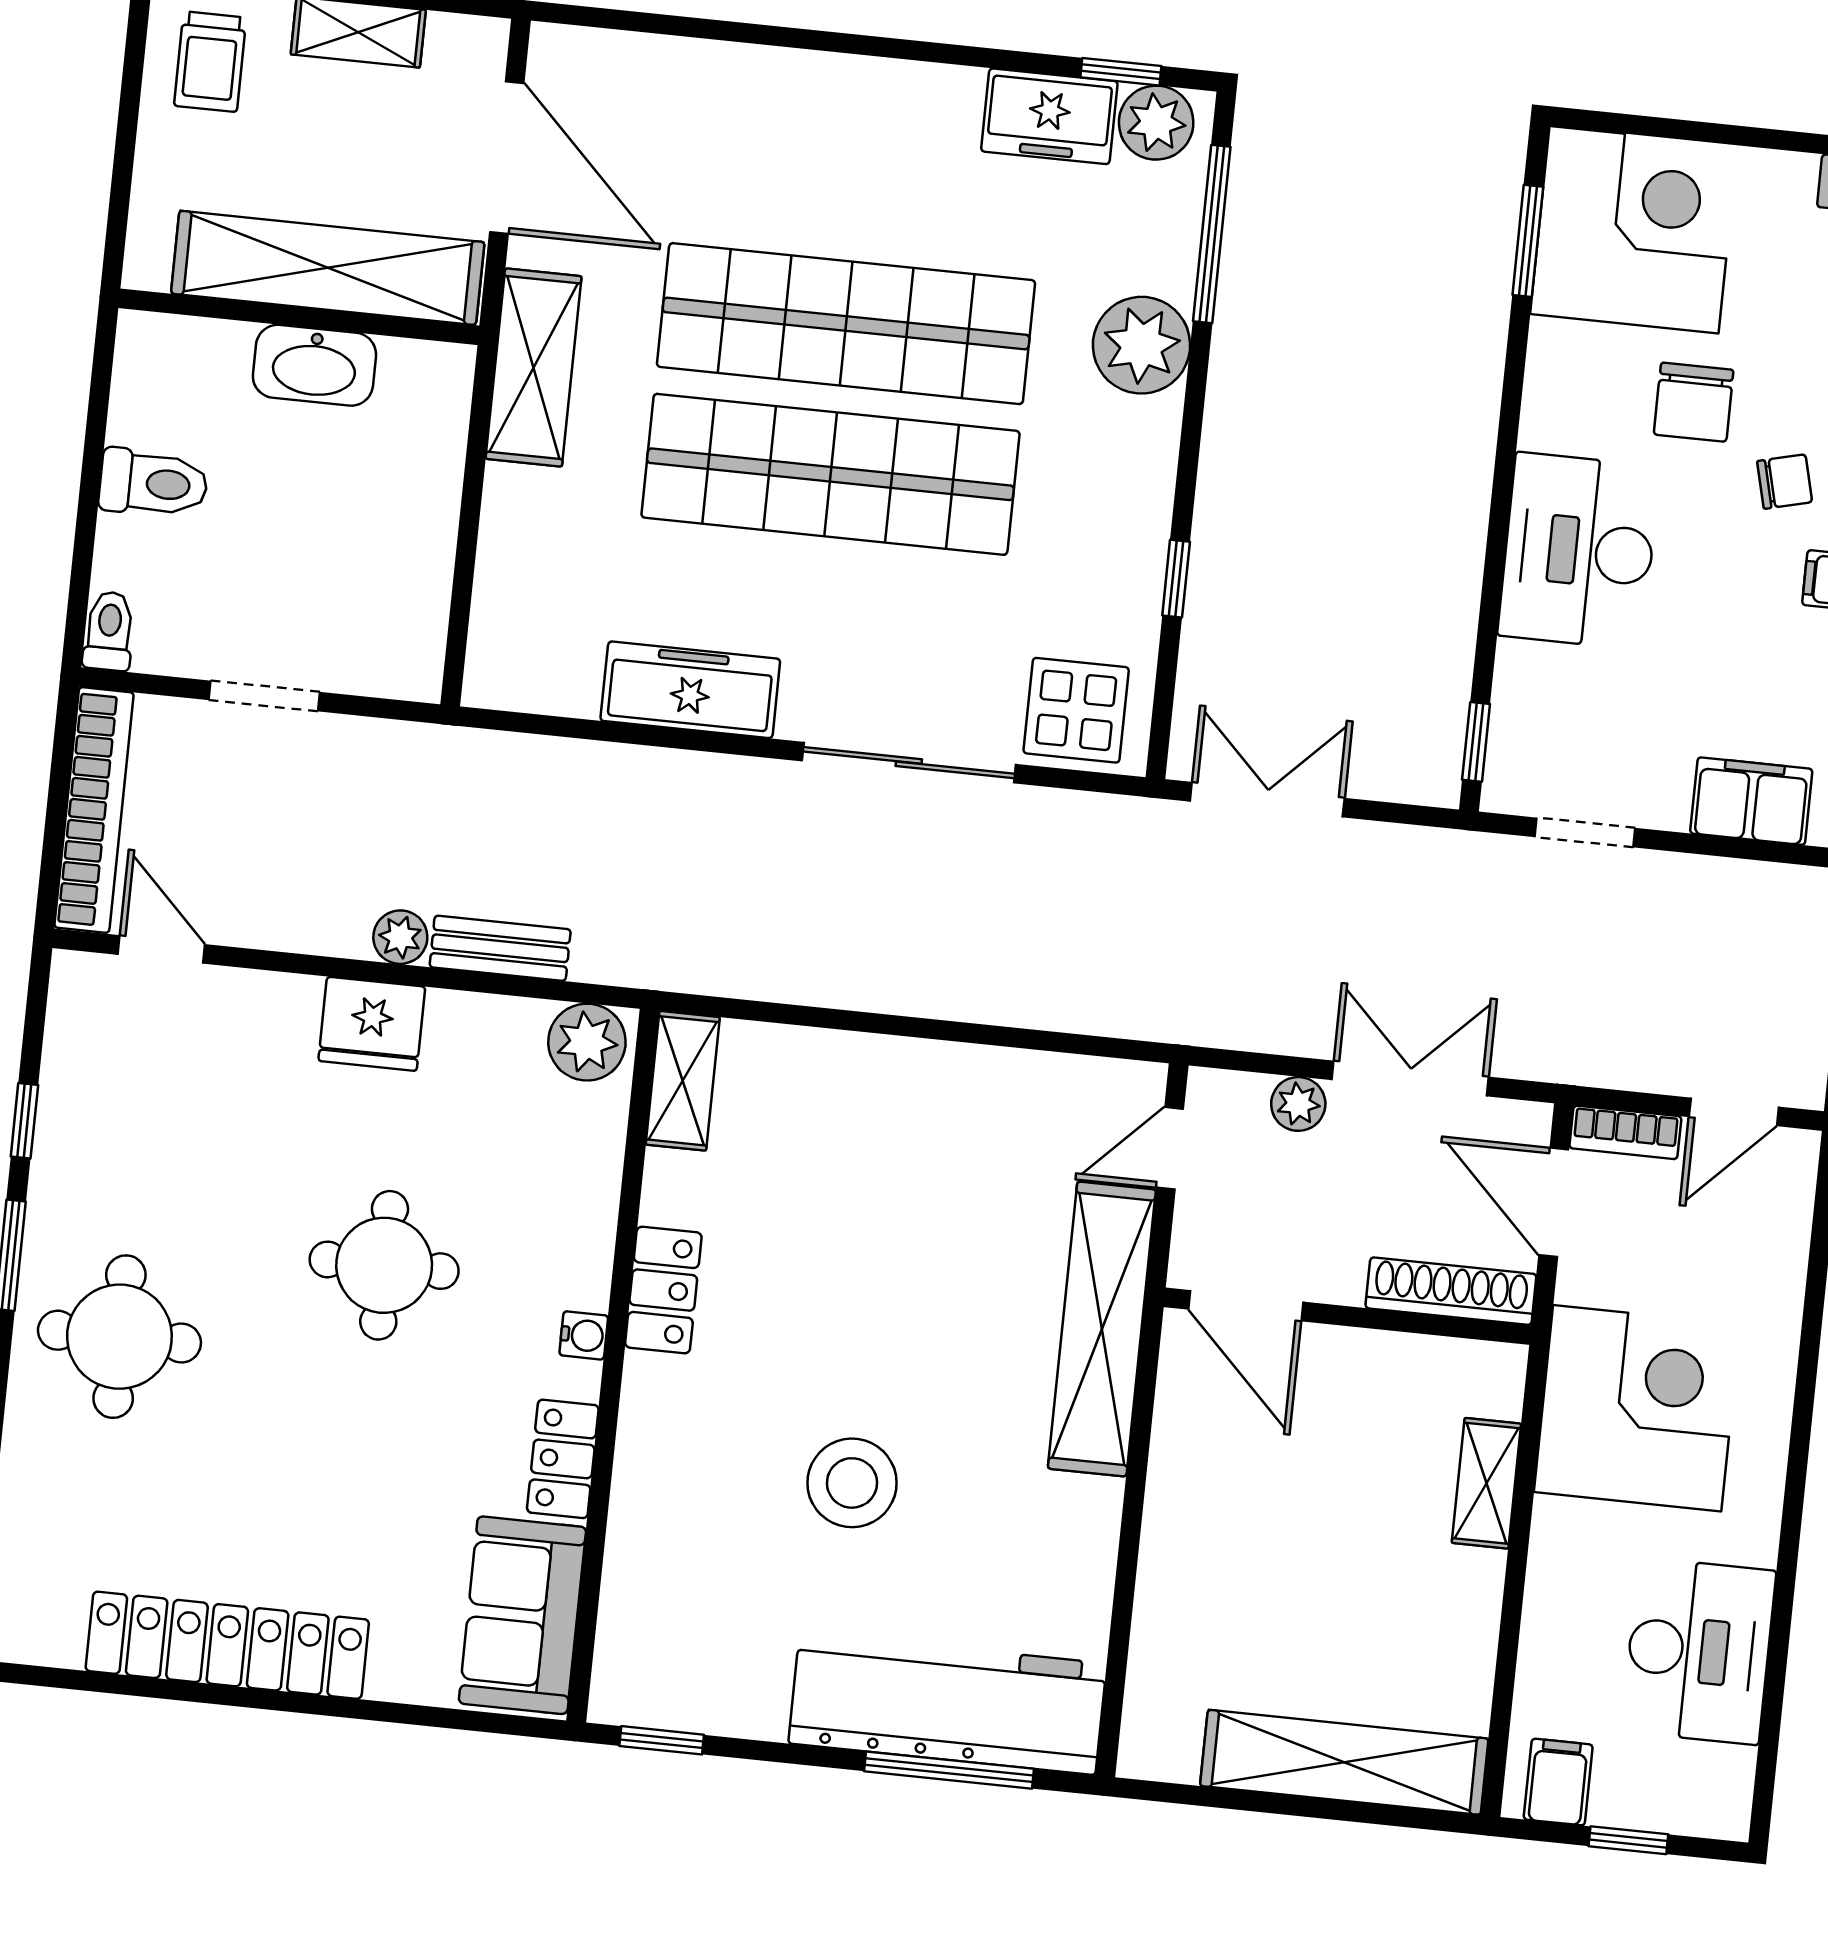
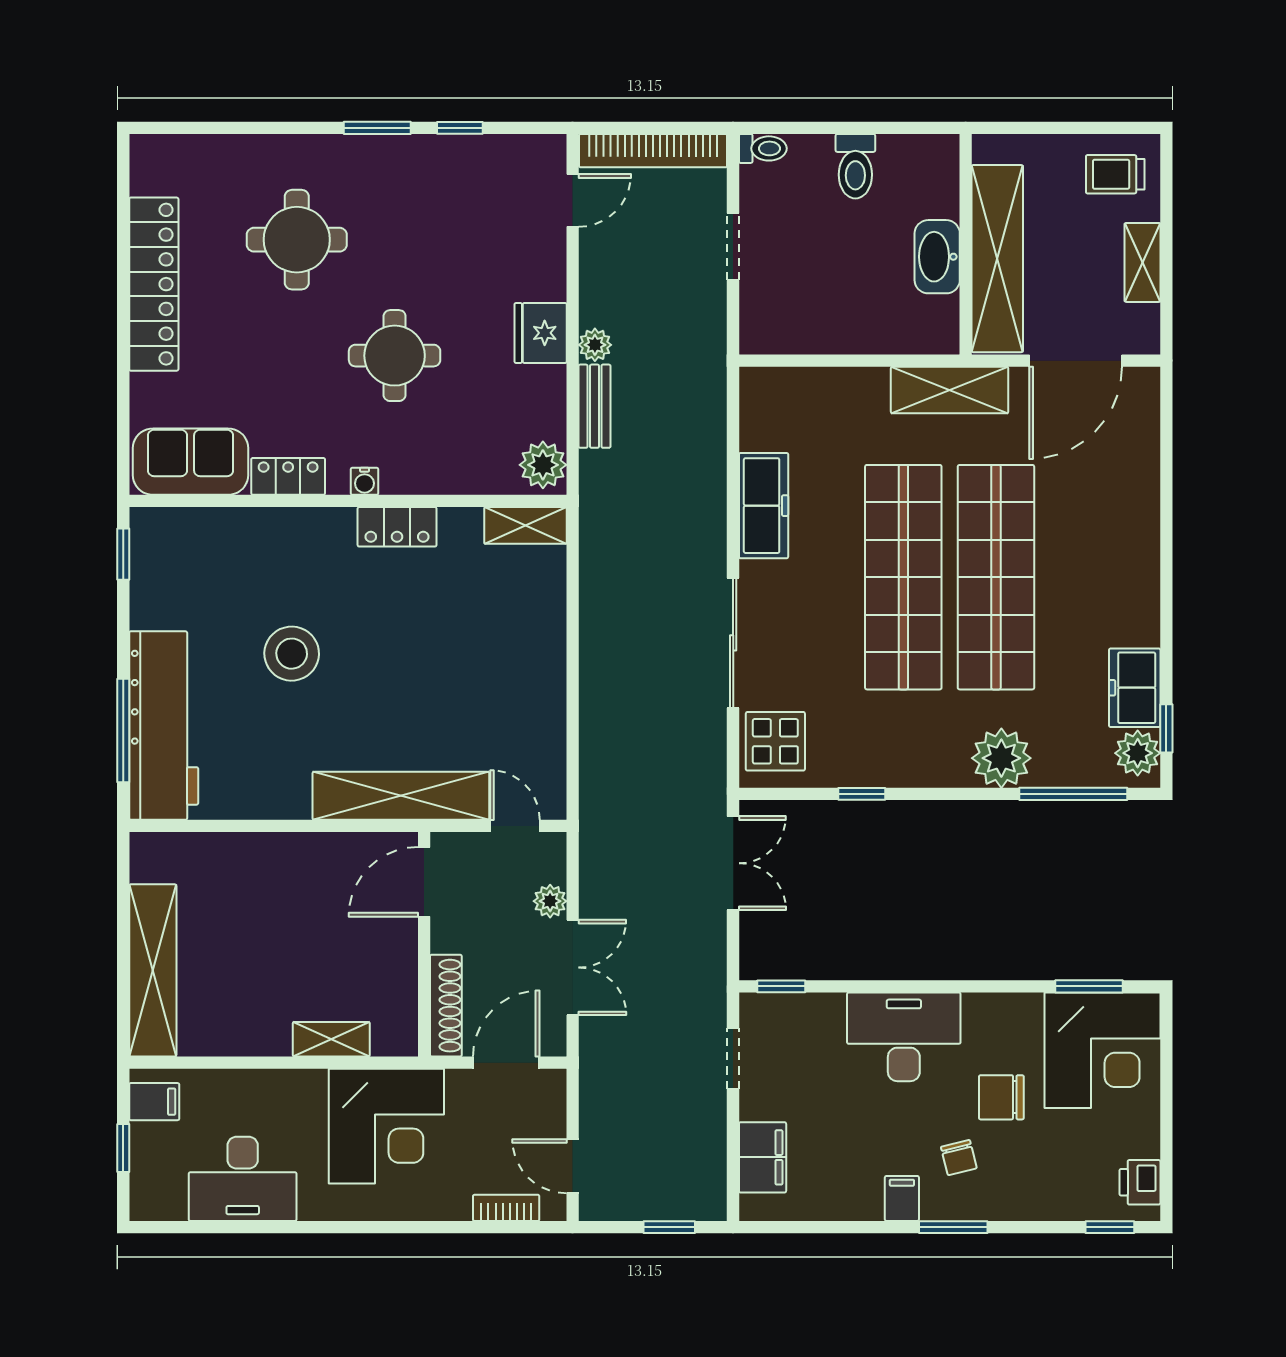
bookcase: (1625, 1132) -> (506, 1208), moved, turned 90
round table: (119, 1337) -> (297, 240), moved

